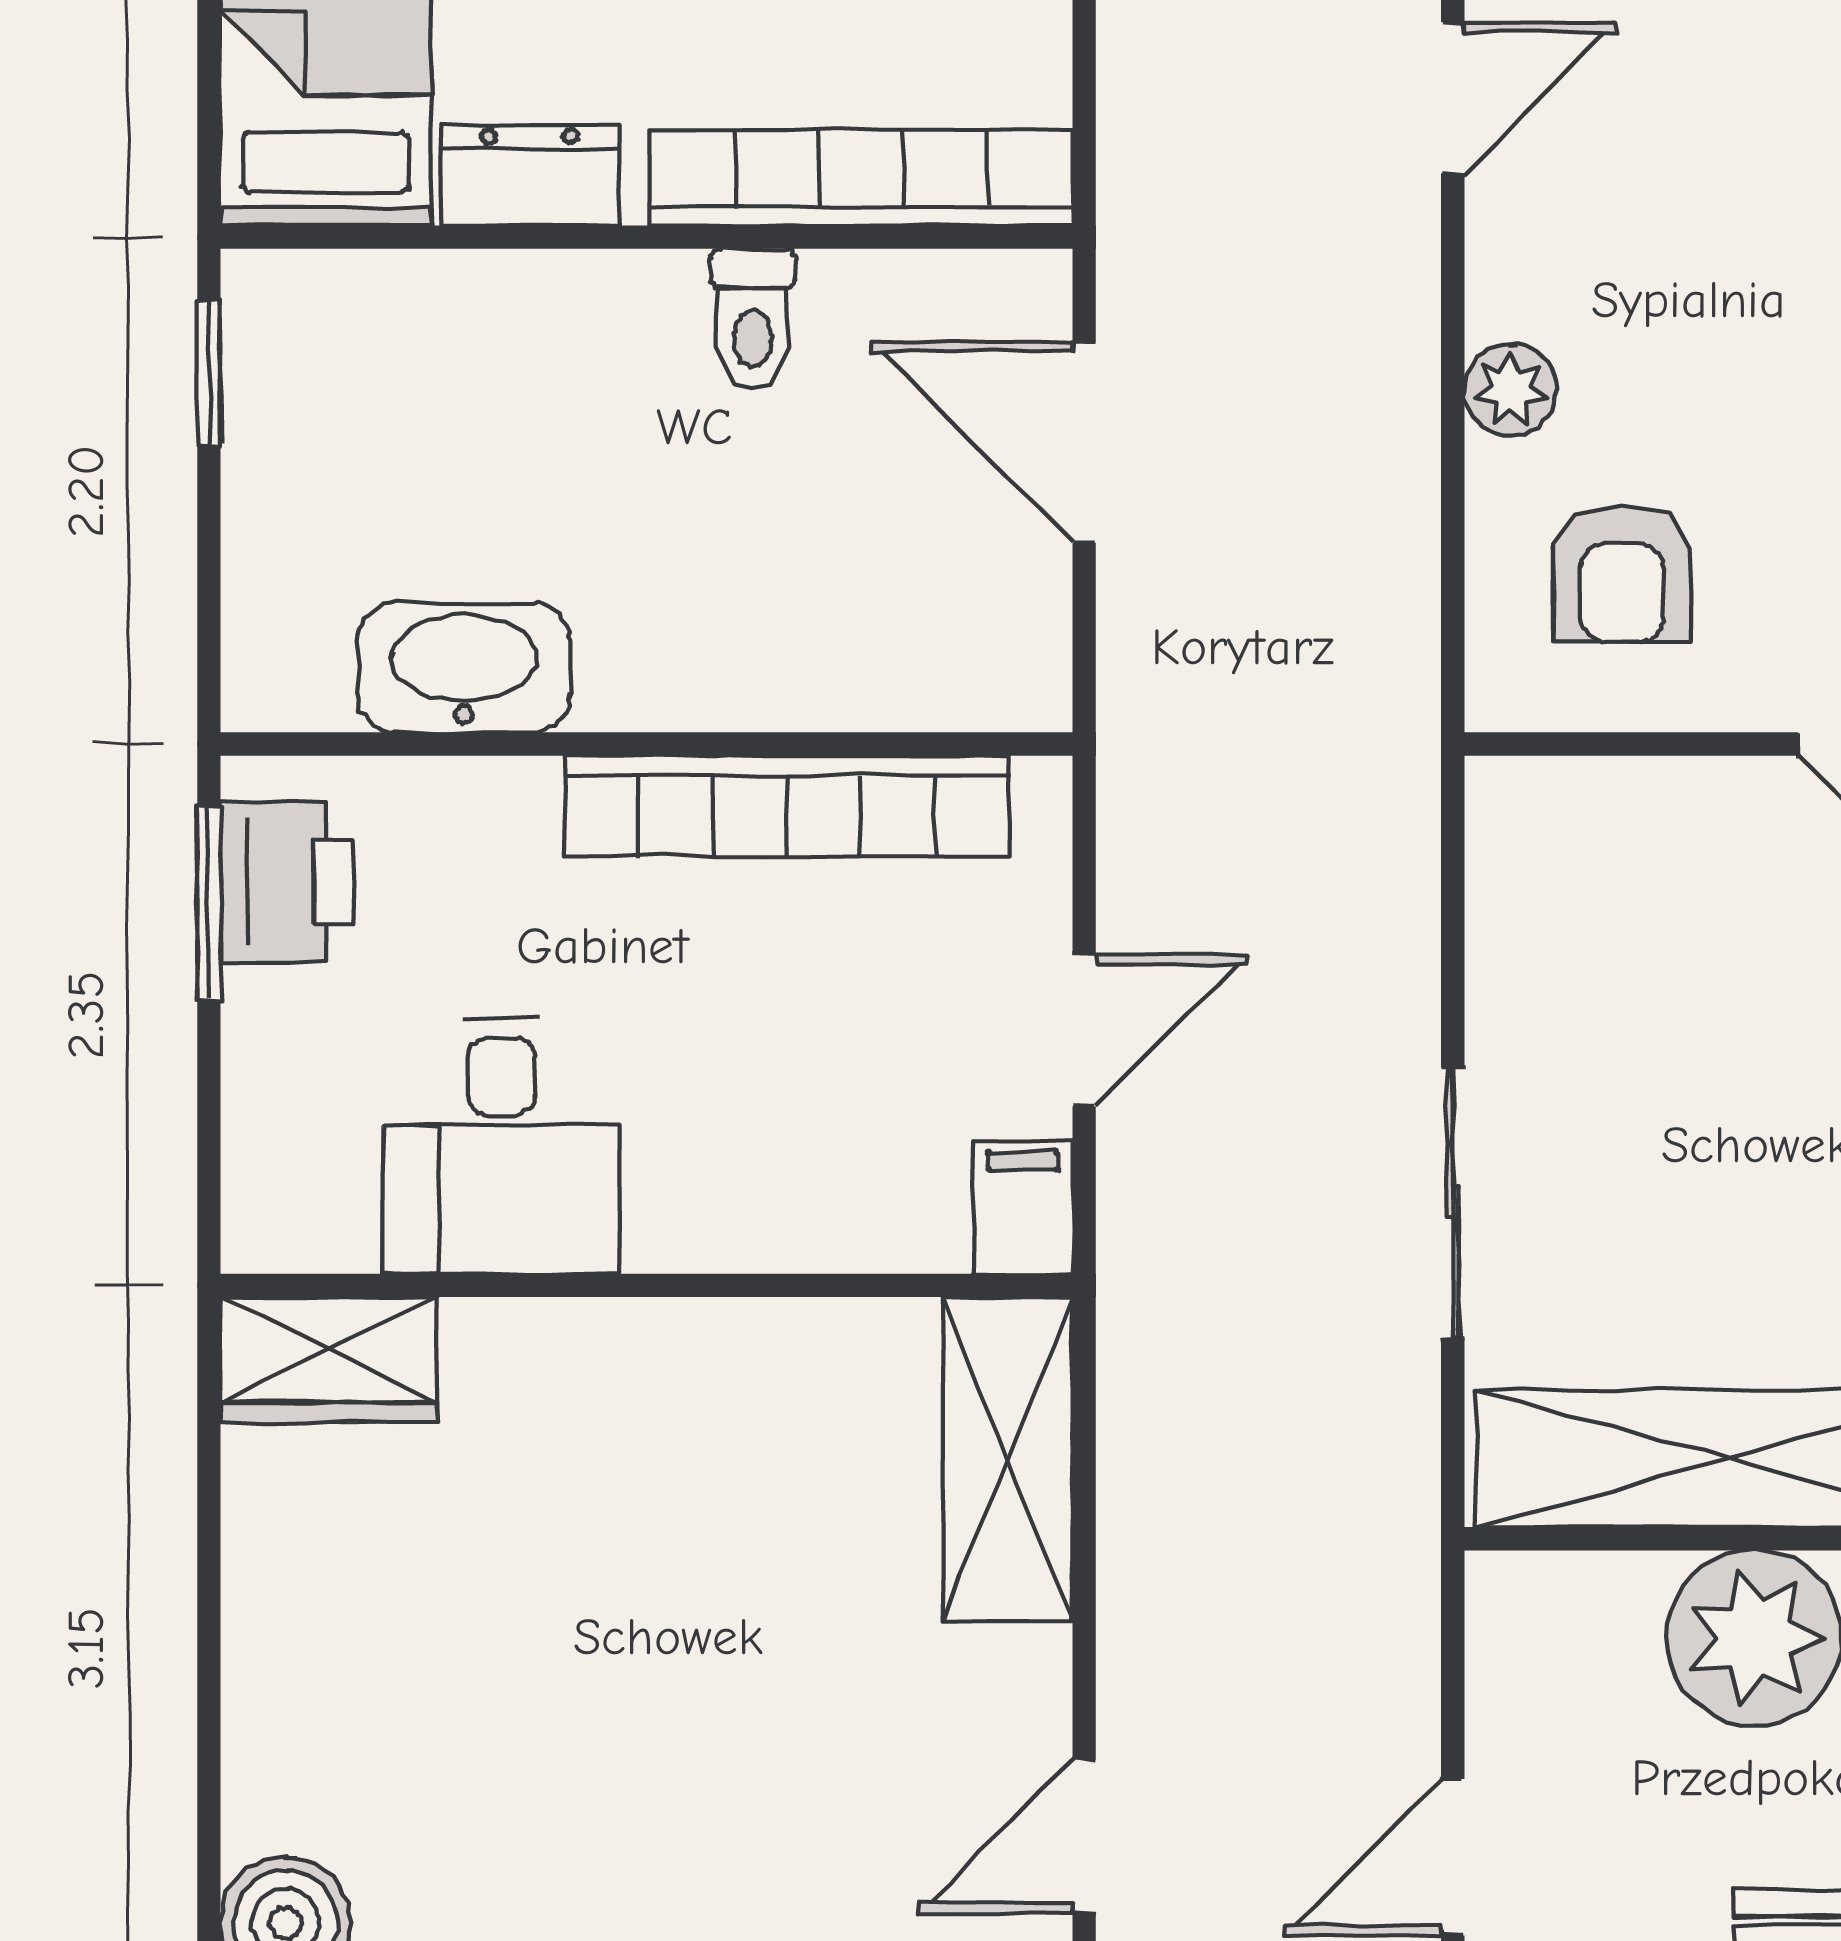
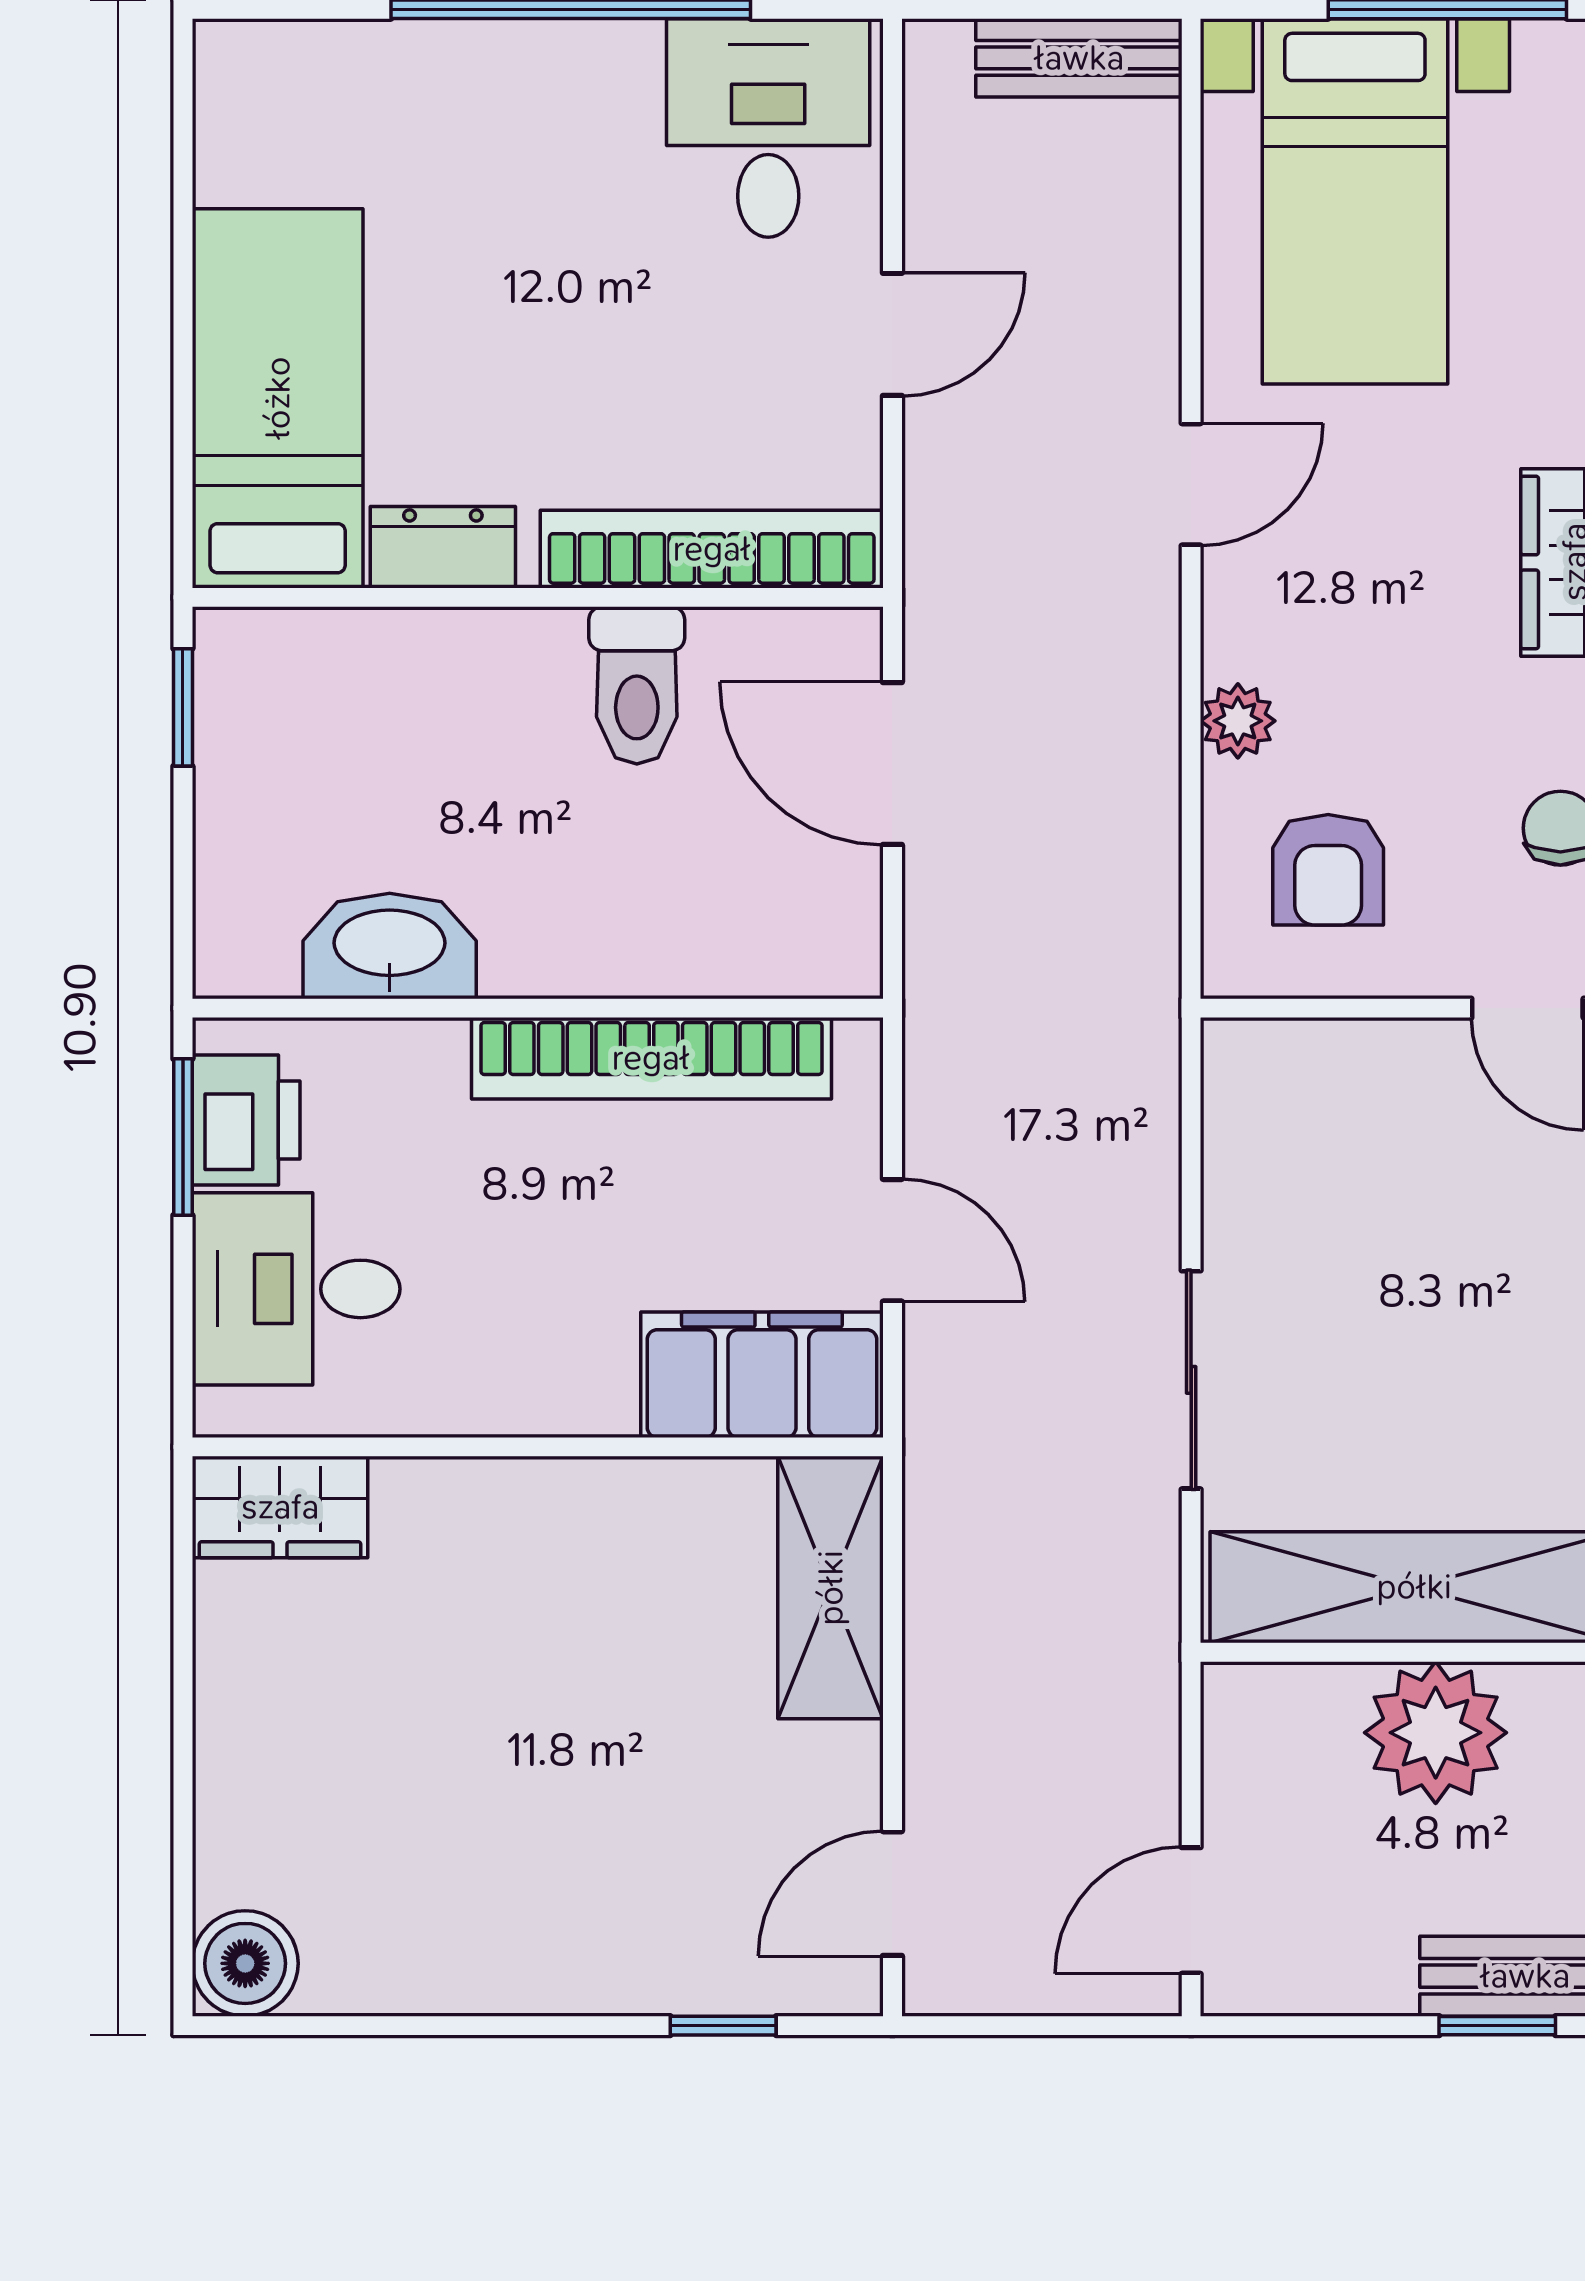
toilet: (753, 319) -> (637, 685), width x1.37, depth x1.39
door: (1084, 1030) -> (892, 1240), hinge flipped
desk: (501, 1146) -> (296, 1289), moved, turned 90
filing cabinet: (1023, 1207) -> (762, 1375), width x3.00, depth x1.17

